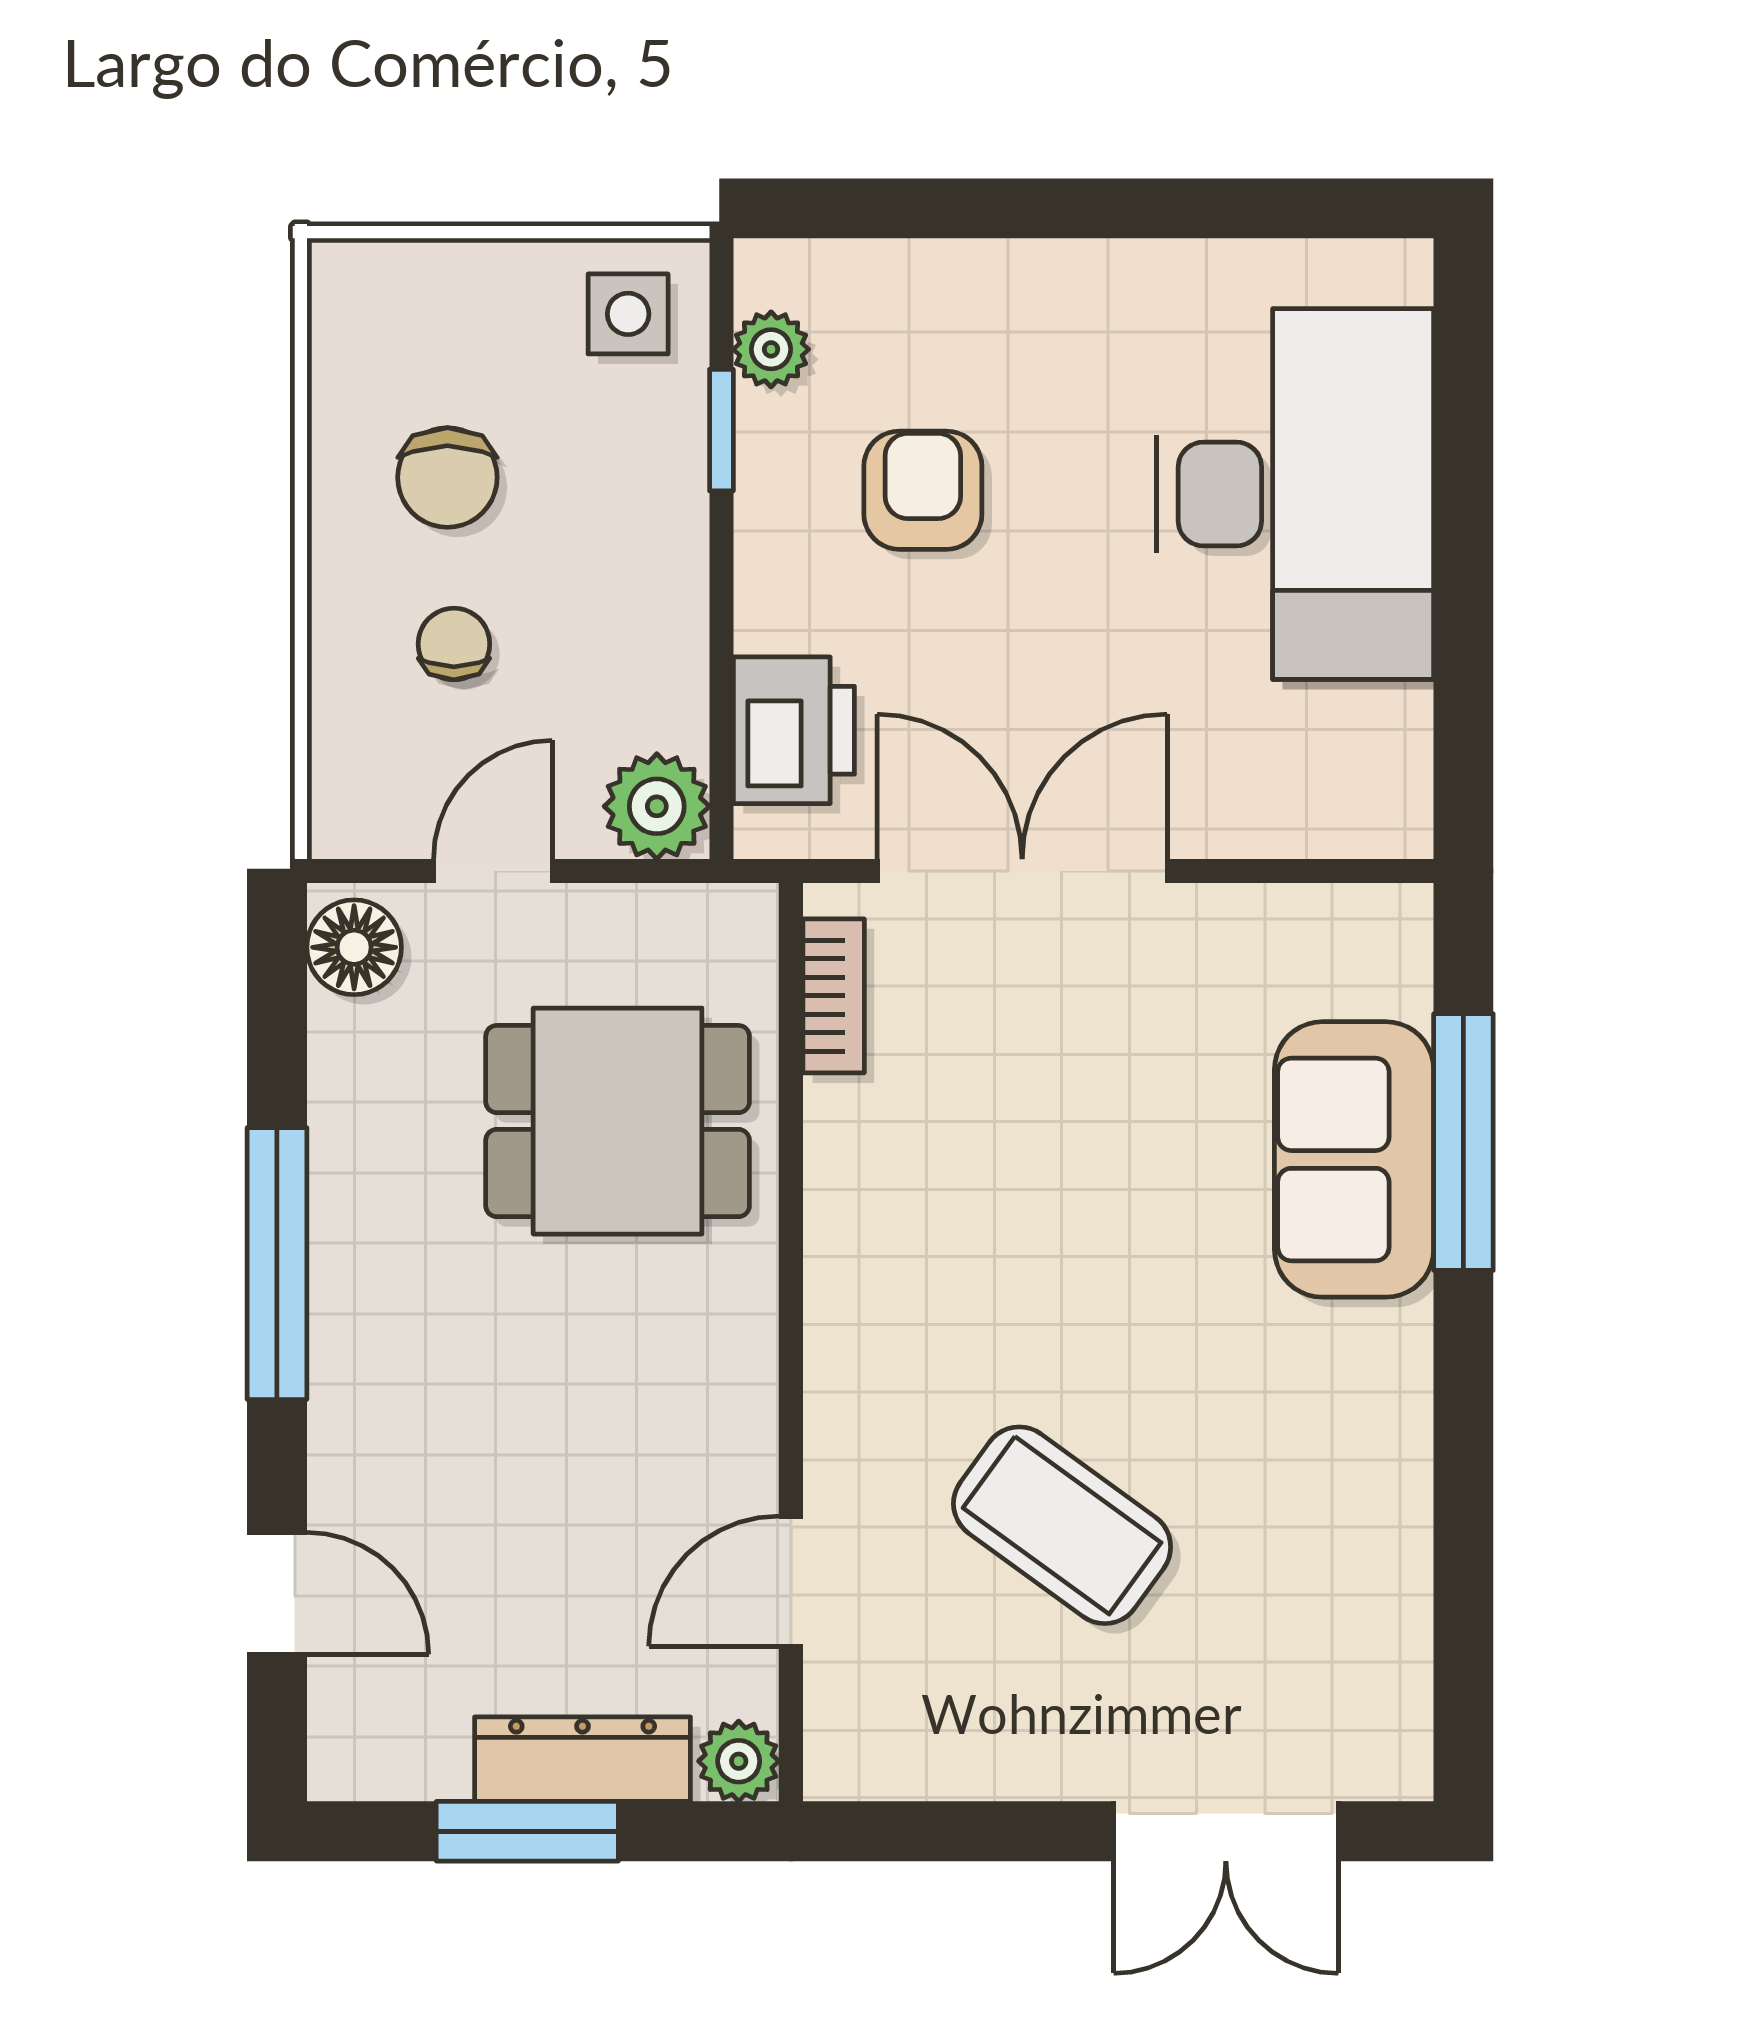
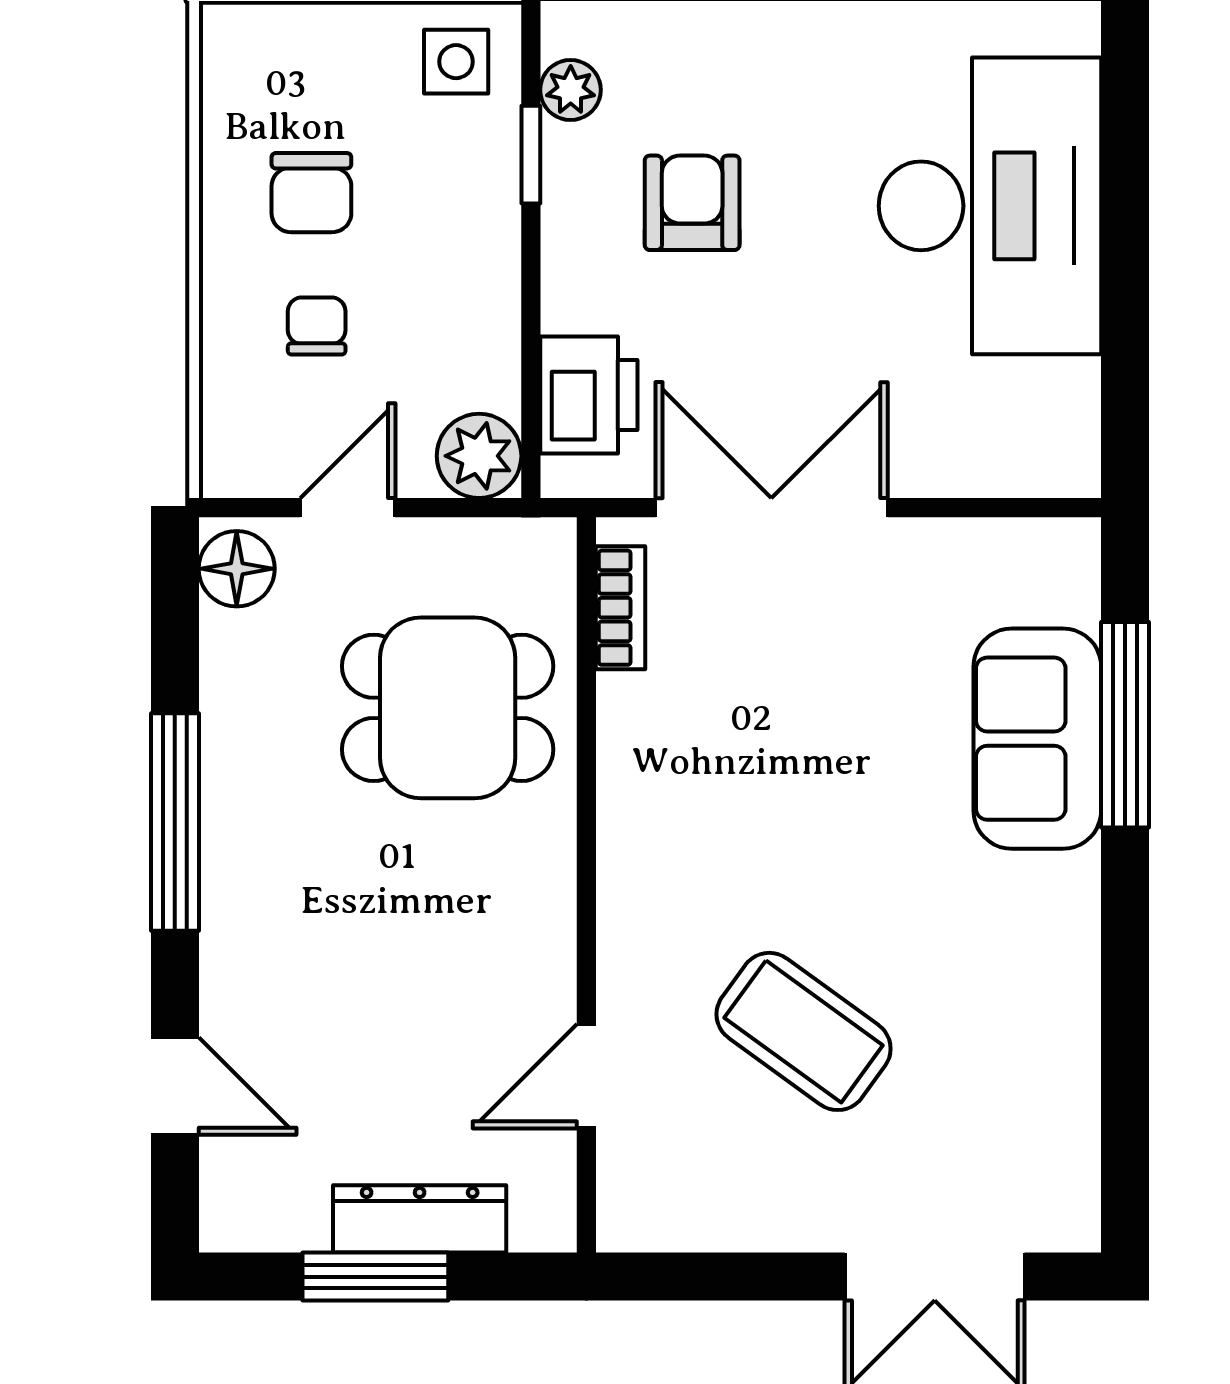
plant: (739, 1761) -> (545, 1220), removed

